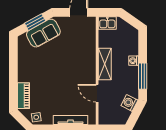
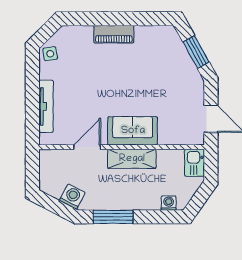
sofa: (43, 33) -> (133, 131), moved, turned 119
washing machine: (134, 61) -> (169, 203), moved
piano: (23, 96) -> (114, 34), moved

